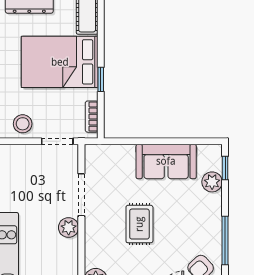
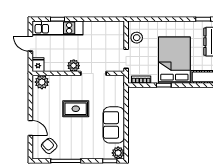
plant: (212, 182) -> (118, 153), moved

